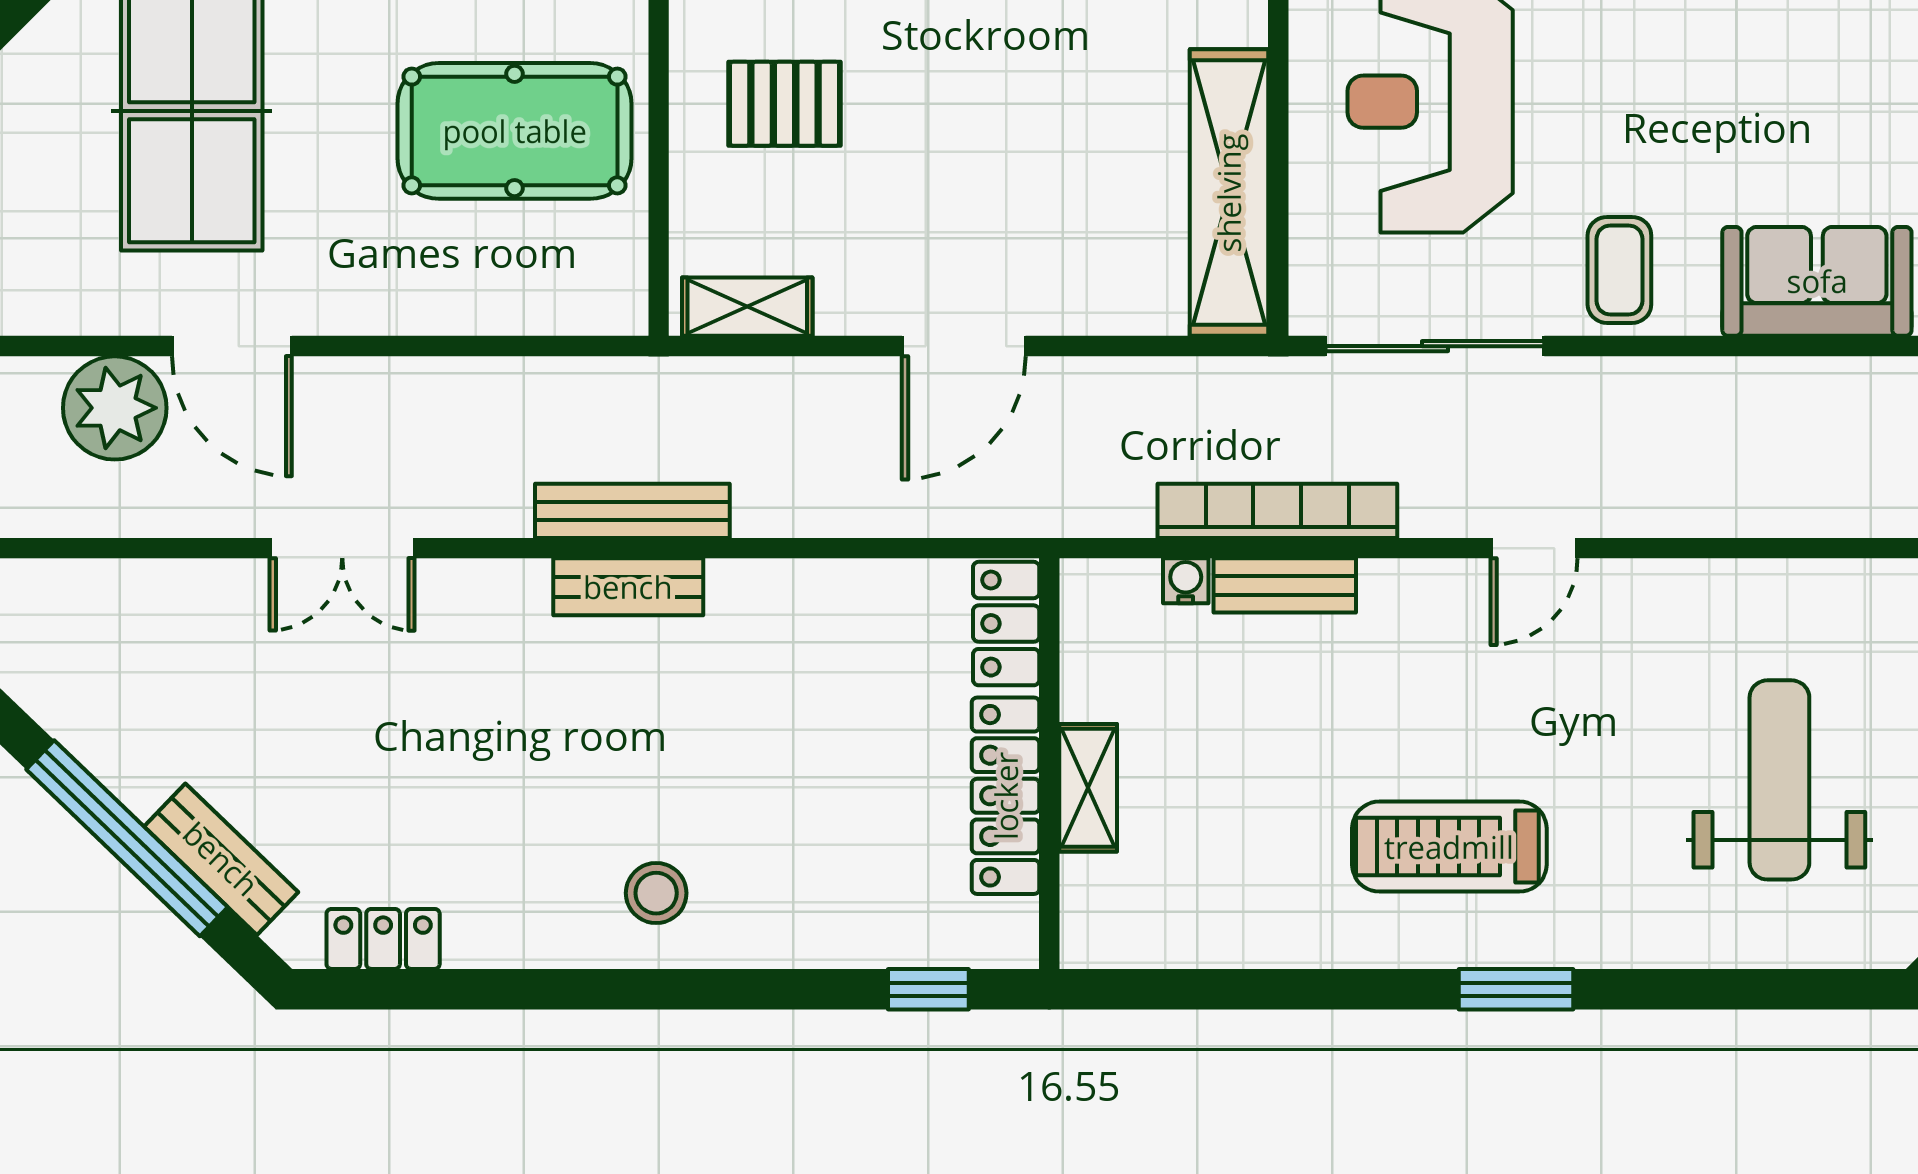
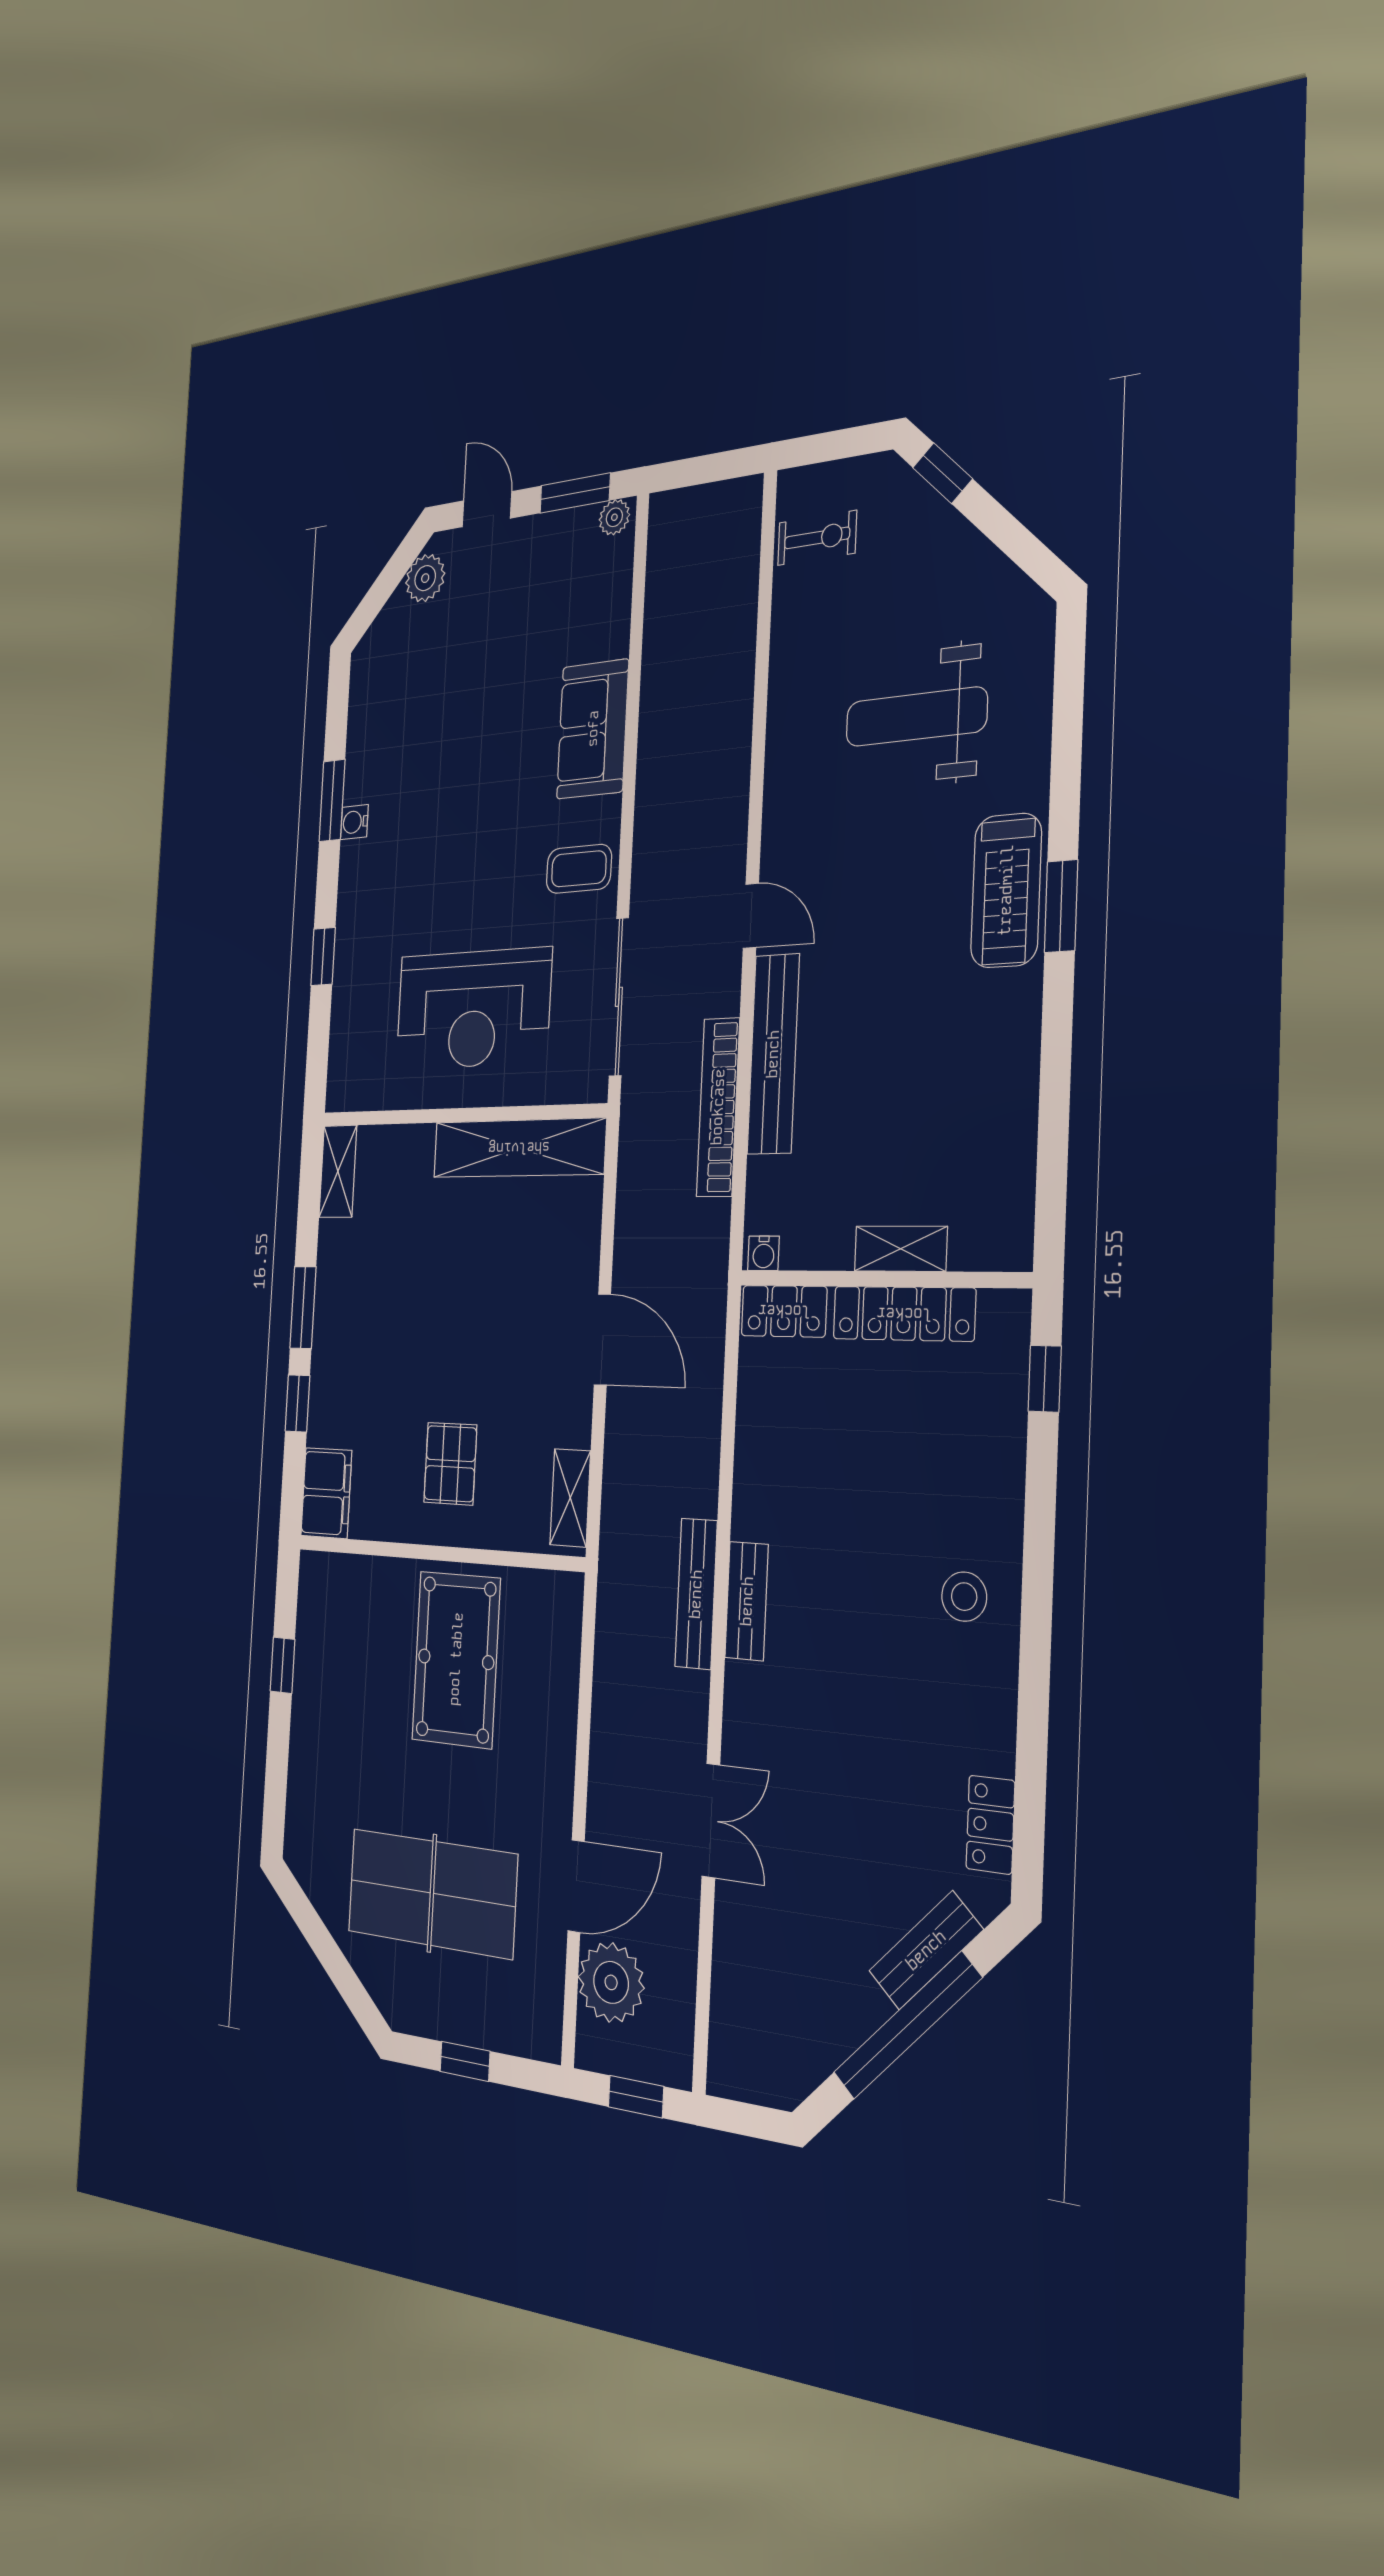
water cooler: (1186, 581) -> (764, 1253), moved, turned -90
bench: (1285, 585) -> (773, 1054), width x1.86, depth x1.21
treadmill: (1449, 847) -> (1006, 890), moved

